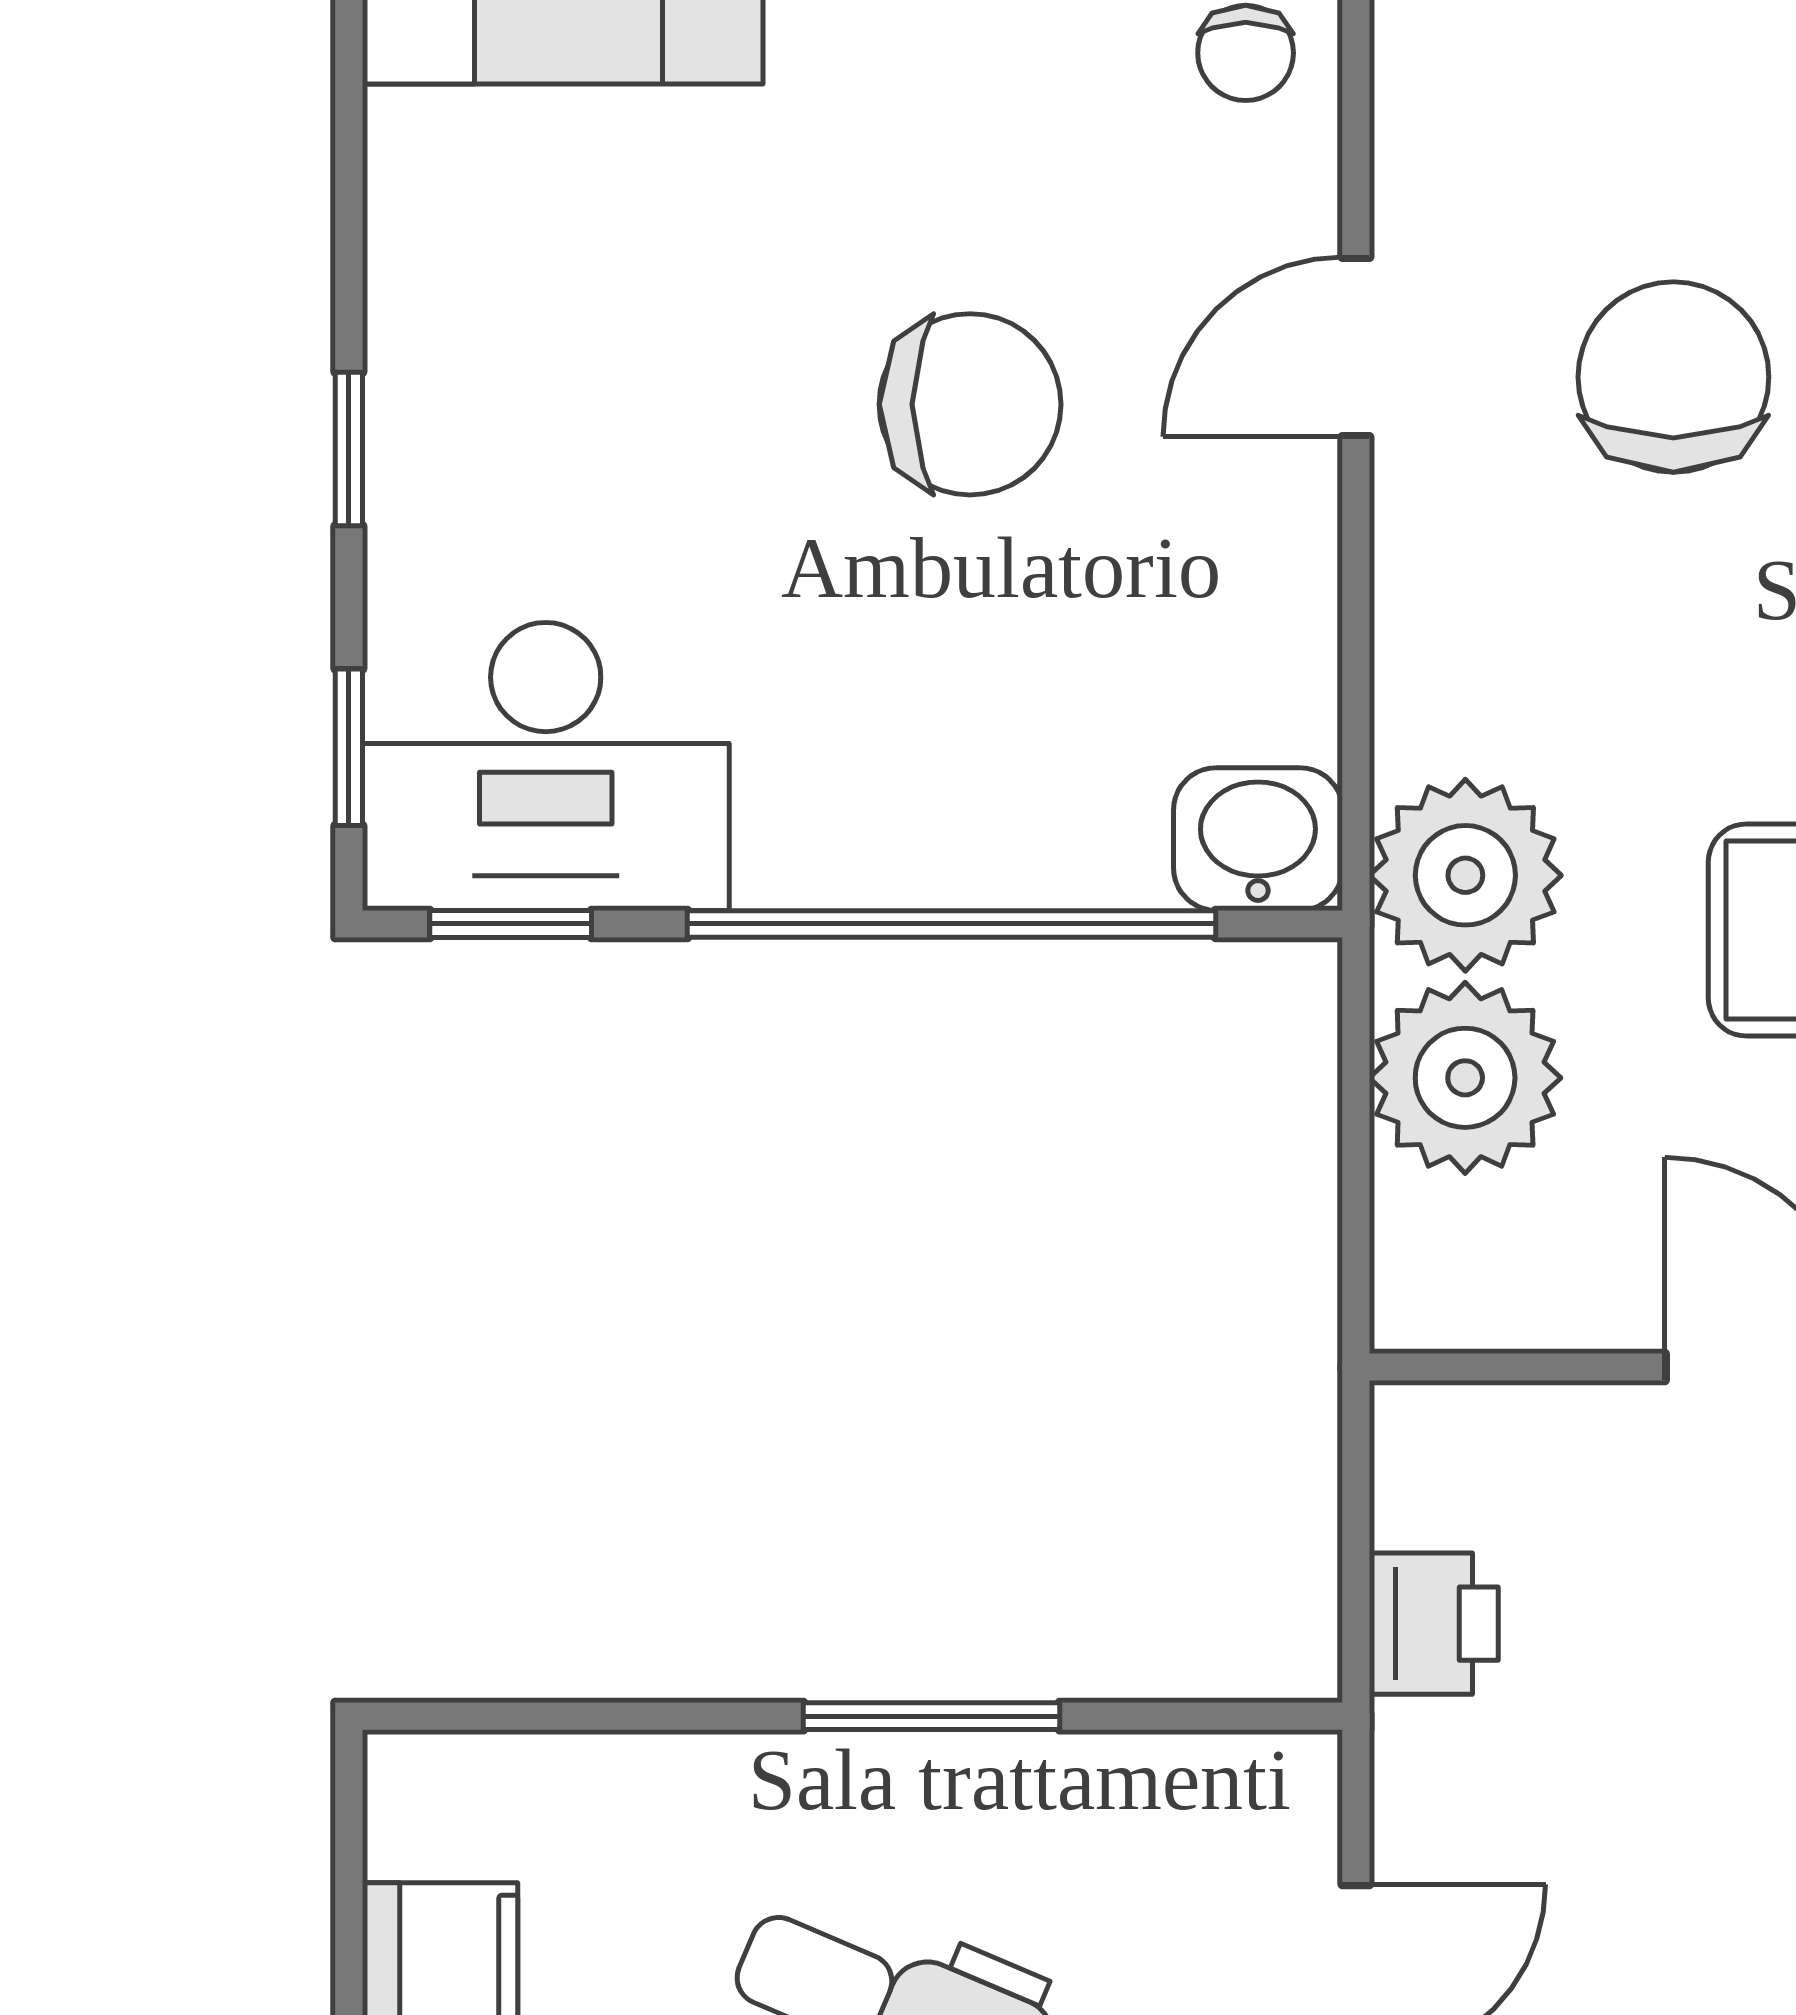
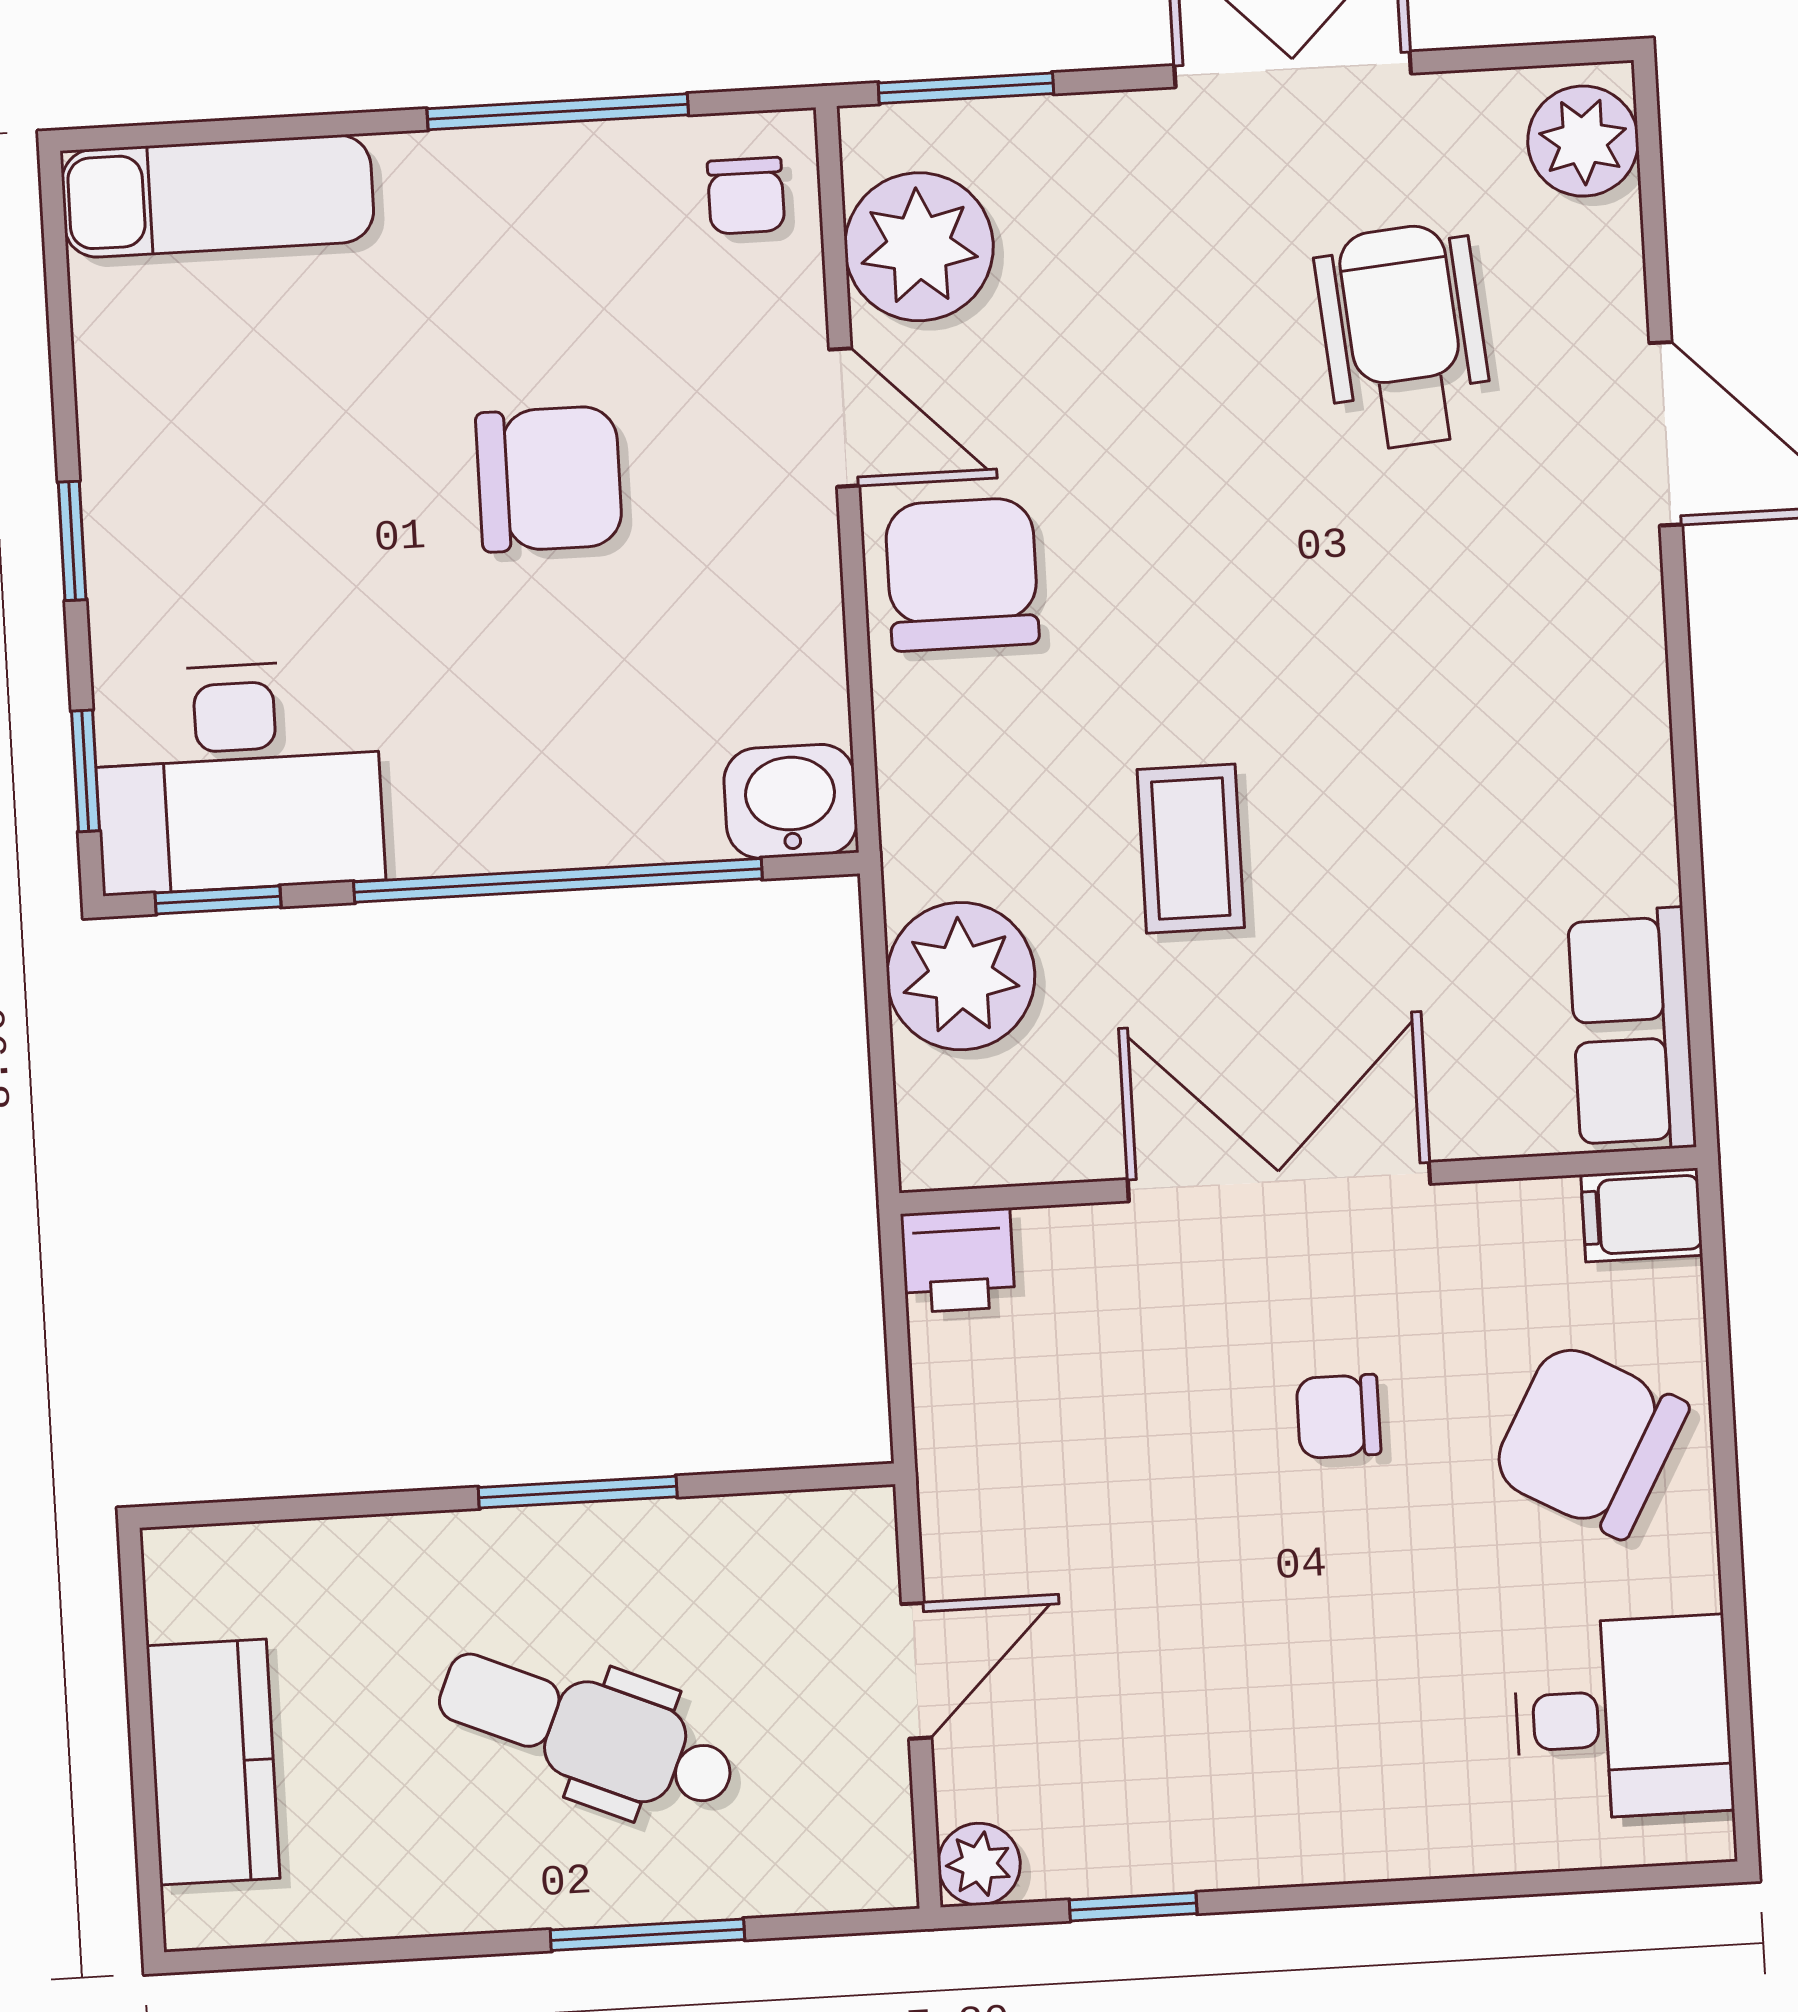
door: (1356, 347) -> (844, 418), swing flipped
chair: (1673, 377) -> (962, 574), moved
plant: (1465, 875) -> (919, 247), moved
printer: (1434, 1624) -> (958, 1260), moved, turned 90

